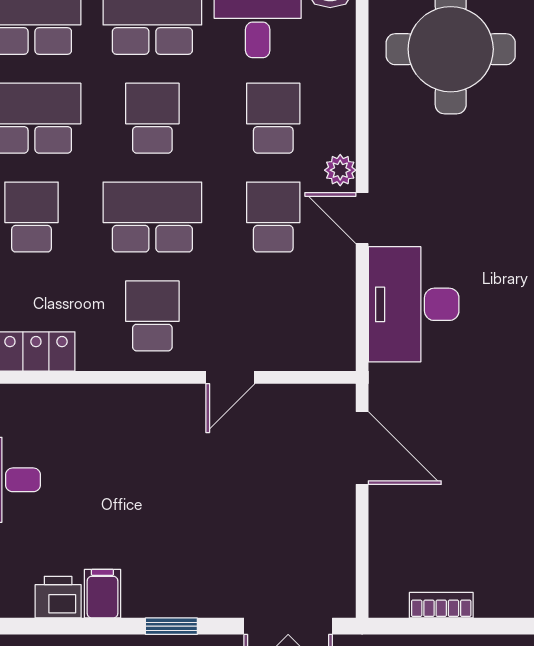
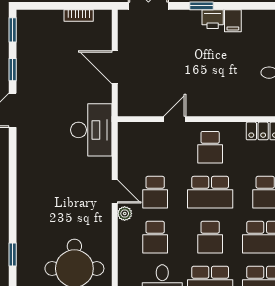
desk: (414, 304) -> (91, 130), moved
door: (362, 448) -> (115, 67), moved
printer: (58, 597) -> (213, 19), moved

